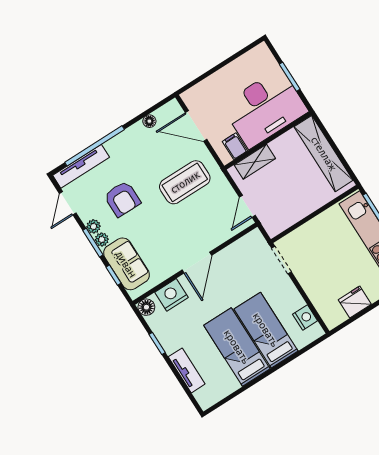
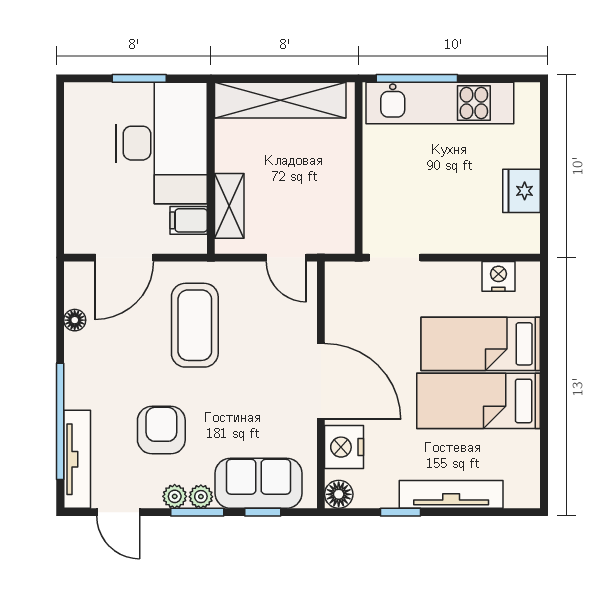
armchair: (122, 199) -> (161, 430), turned -90
door: (197, 263) -> (321, 381), width x1.36
tv unit: (187, 370) -> (451, 494), width x1.41

